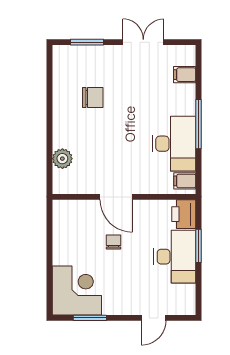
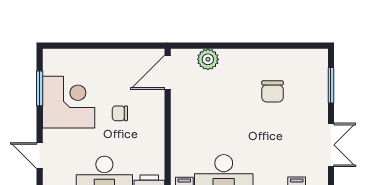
door: (116, 197) -> (168, 72), moved
chair: (114, 242) -> (120, 113), turned 180
corner desk: (77, 291) -> (69, 102), moved, turned -90

